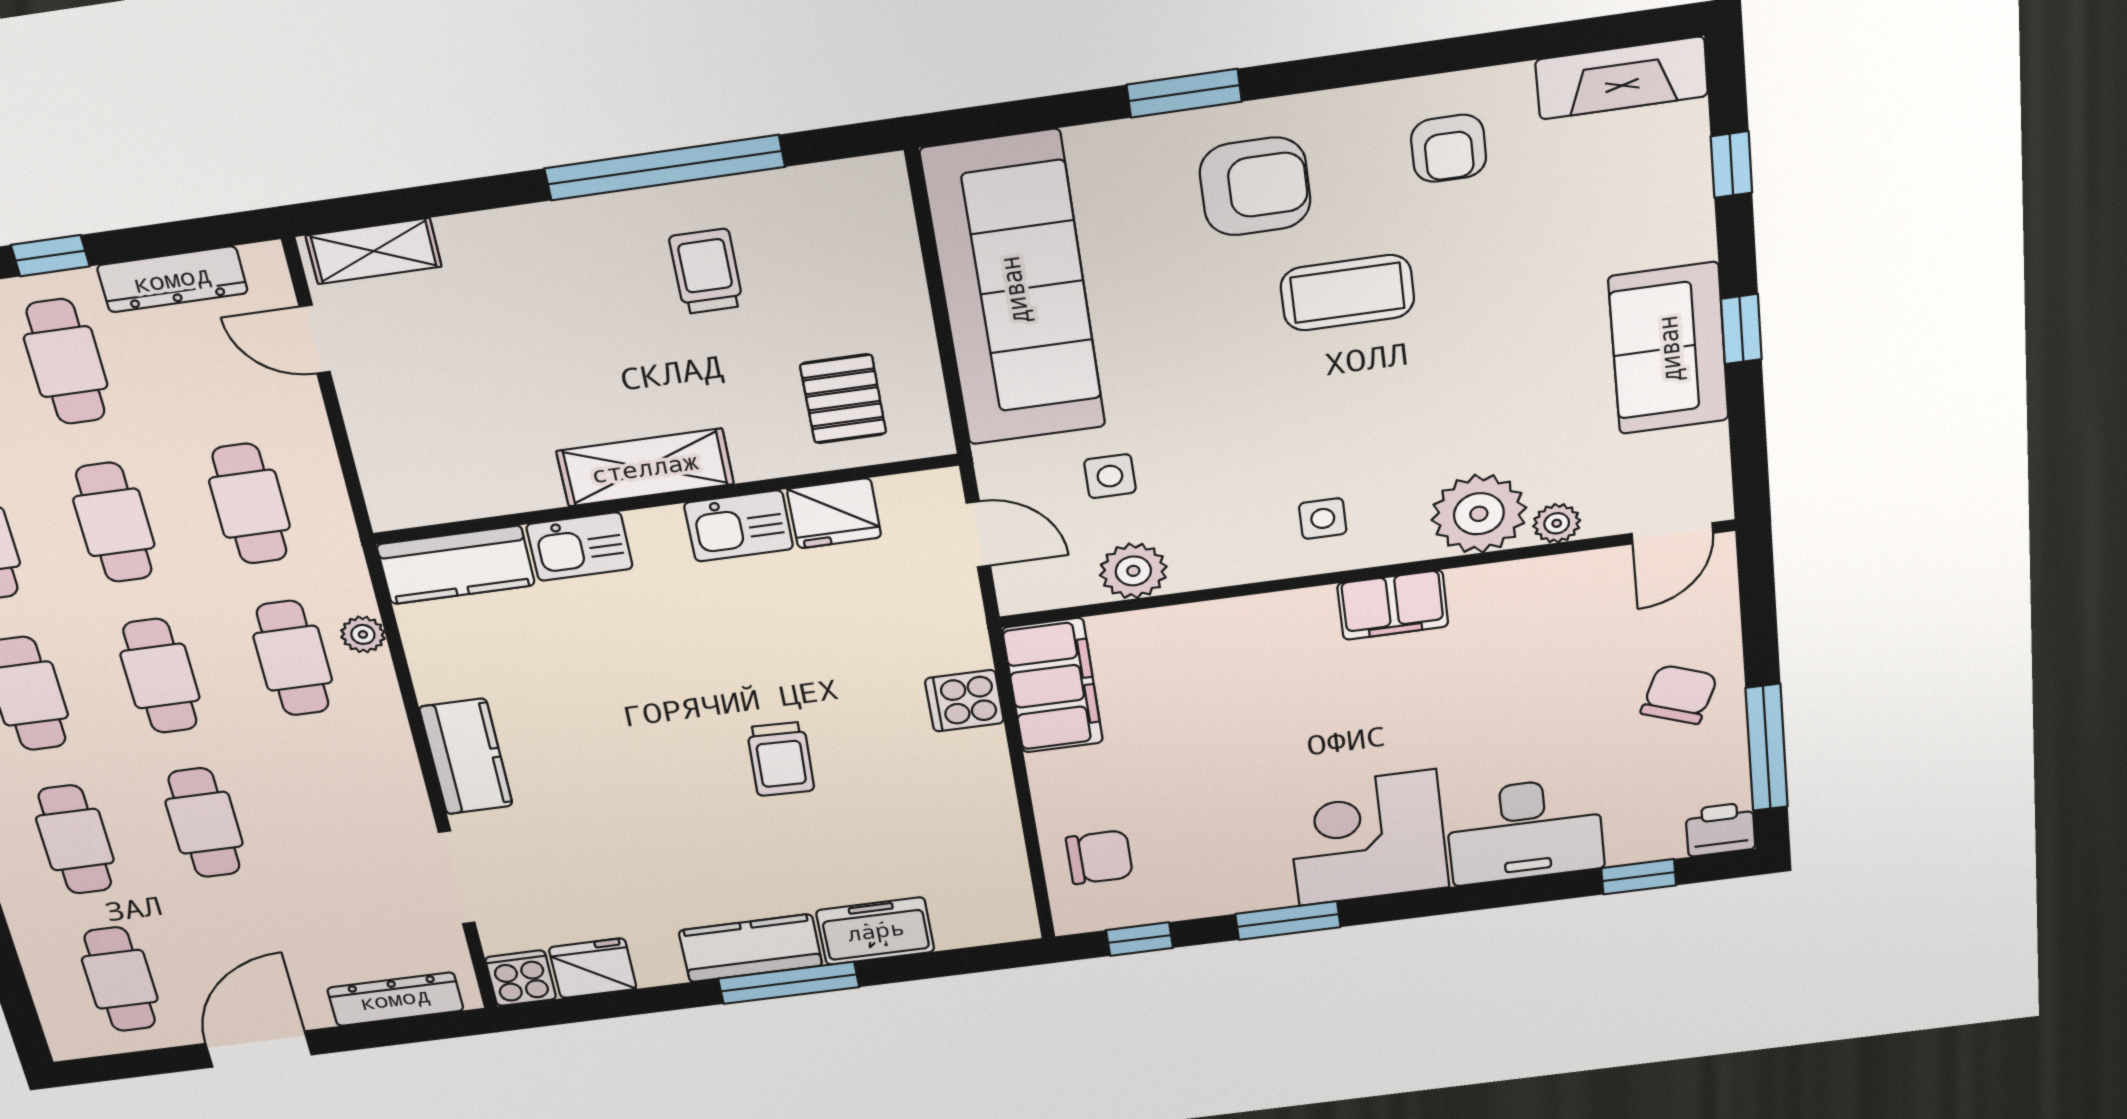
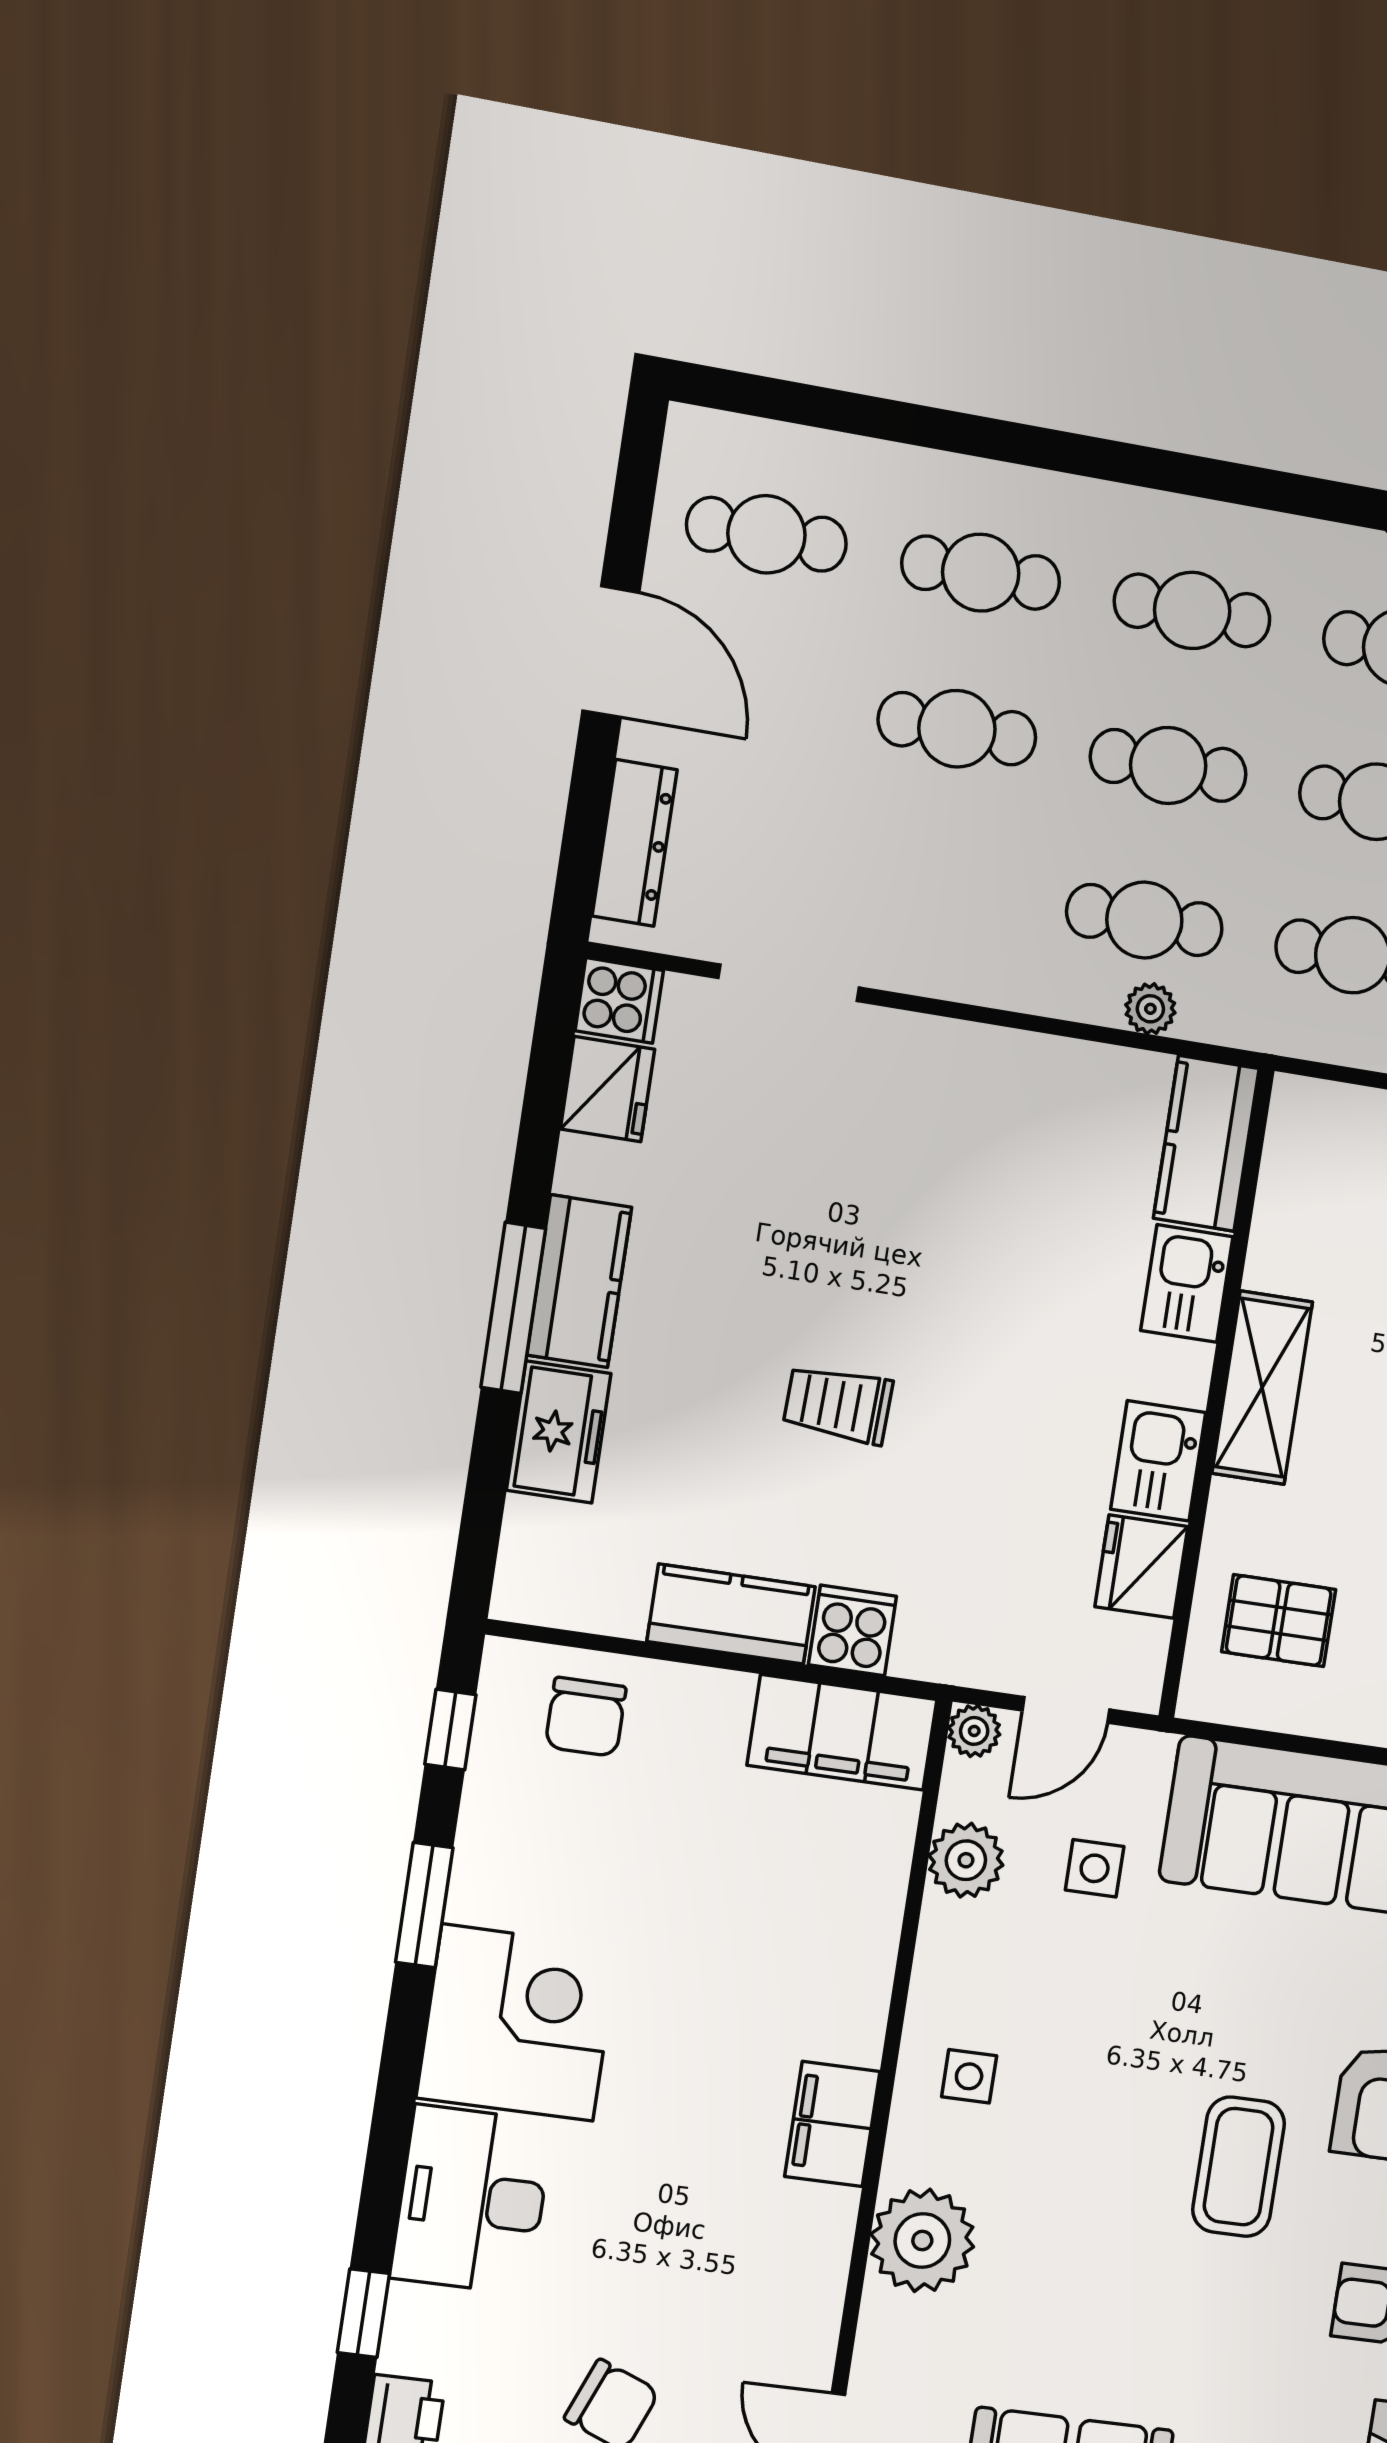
plant: (1557, 523) -> (974, 1731), moved
kitchen counter: (466, 756) -> (731, 1614), moved, turned 180

